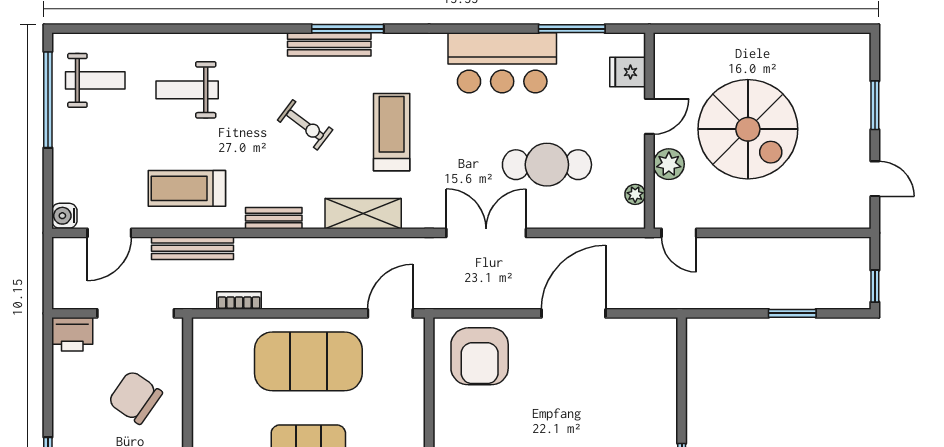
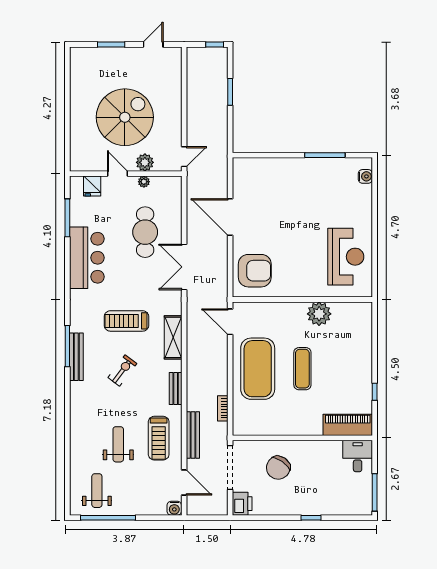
weight bench: (187, 90) -> (118, 444), moved, turned 180
plant: (635, 194) -> (144, 182), moved

